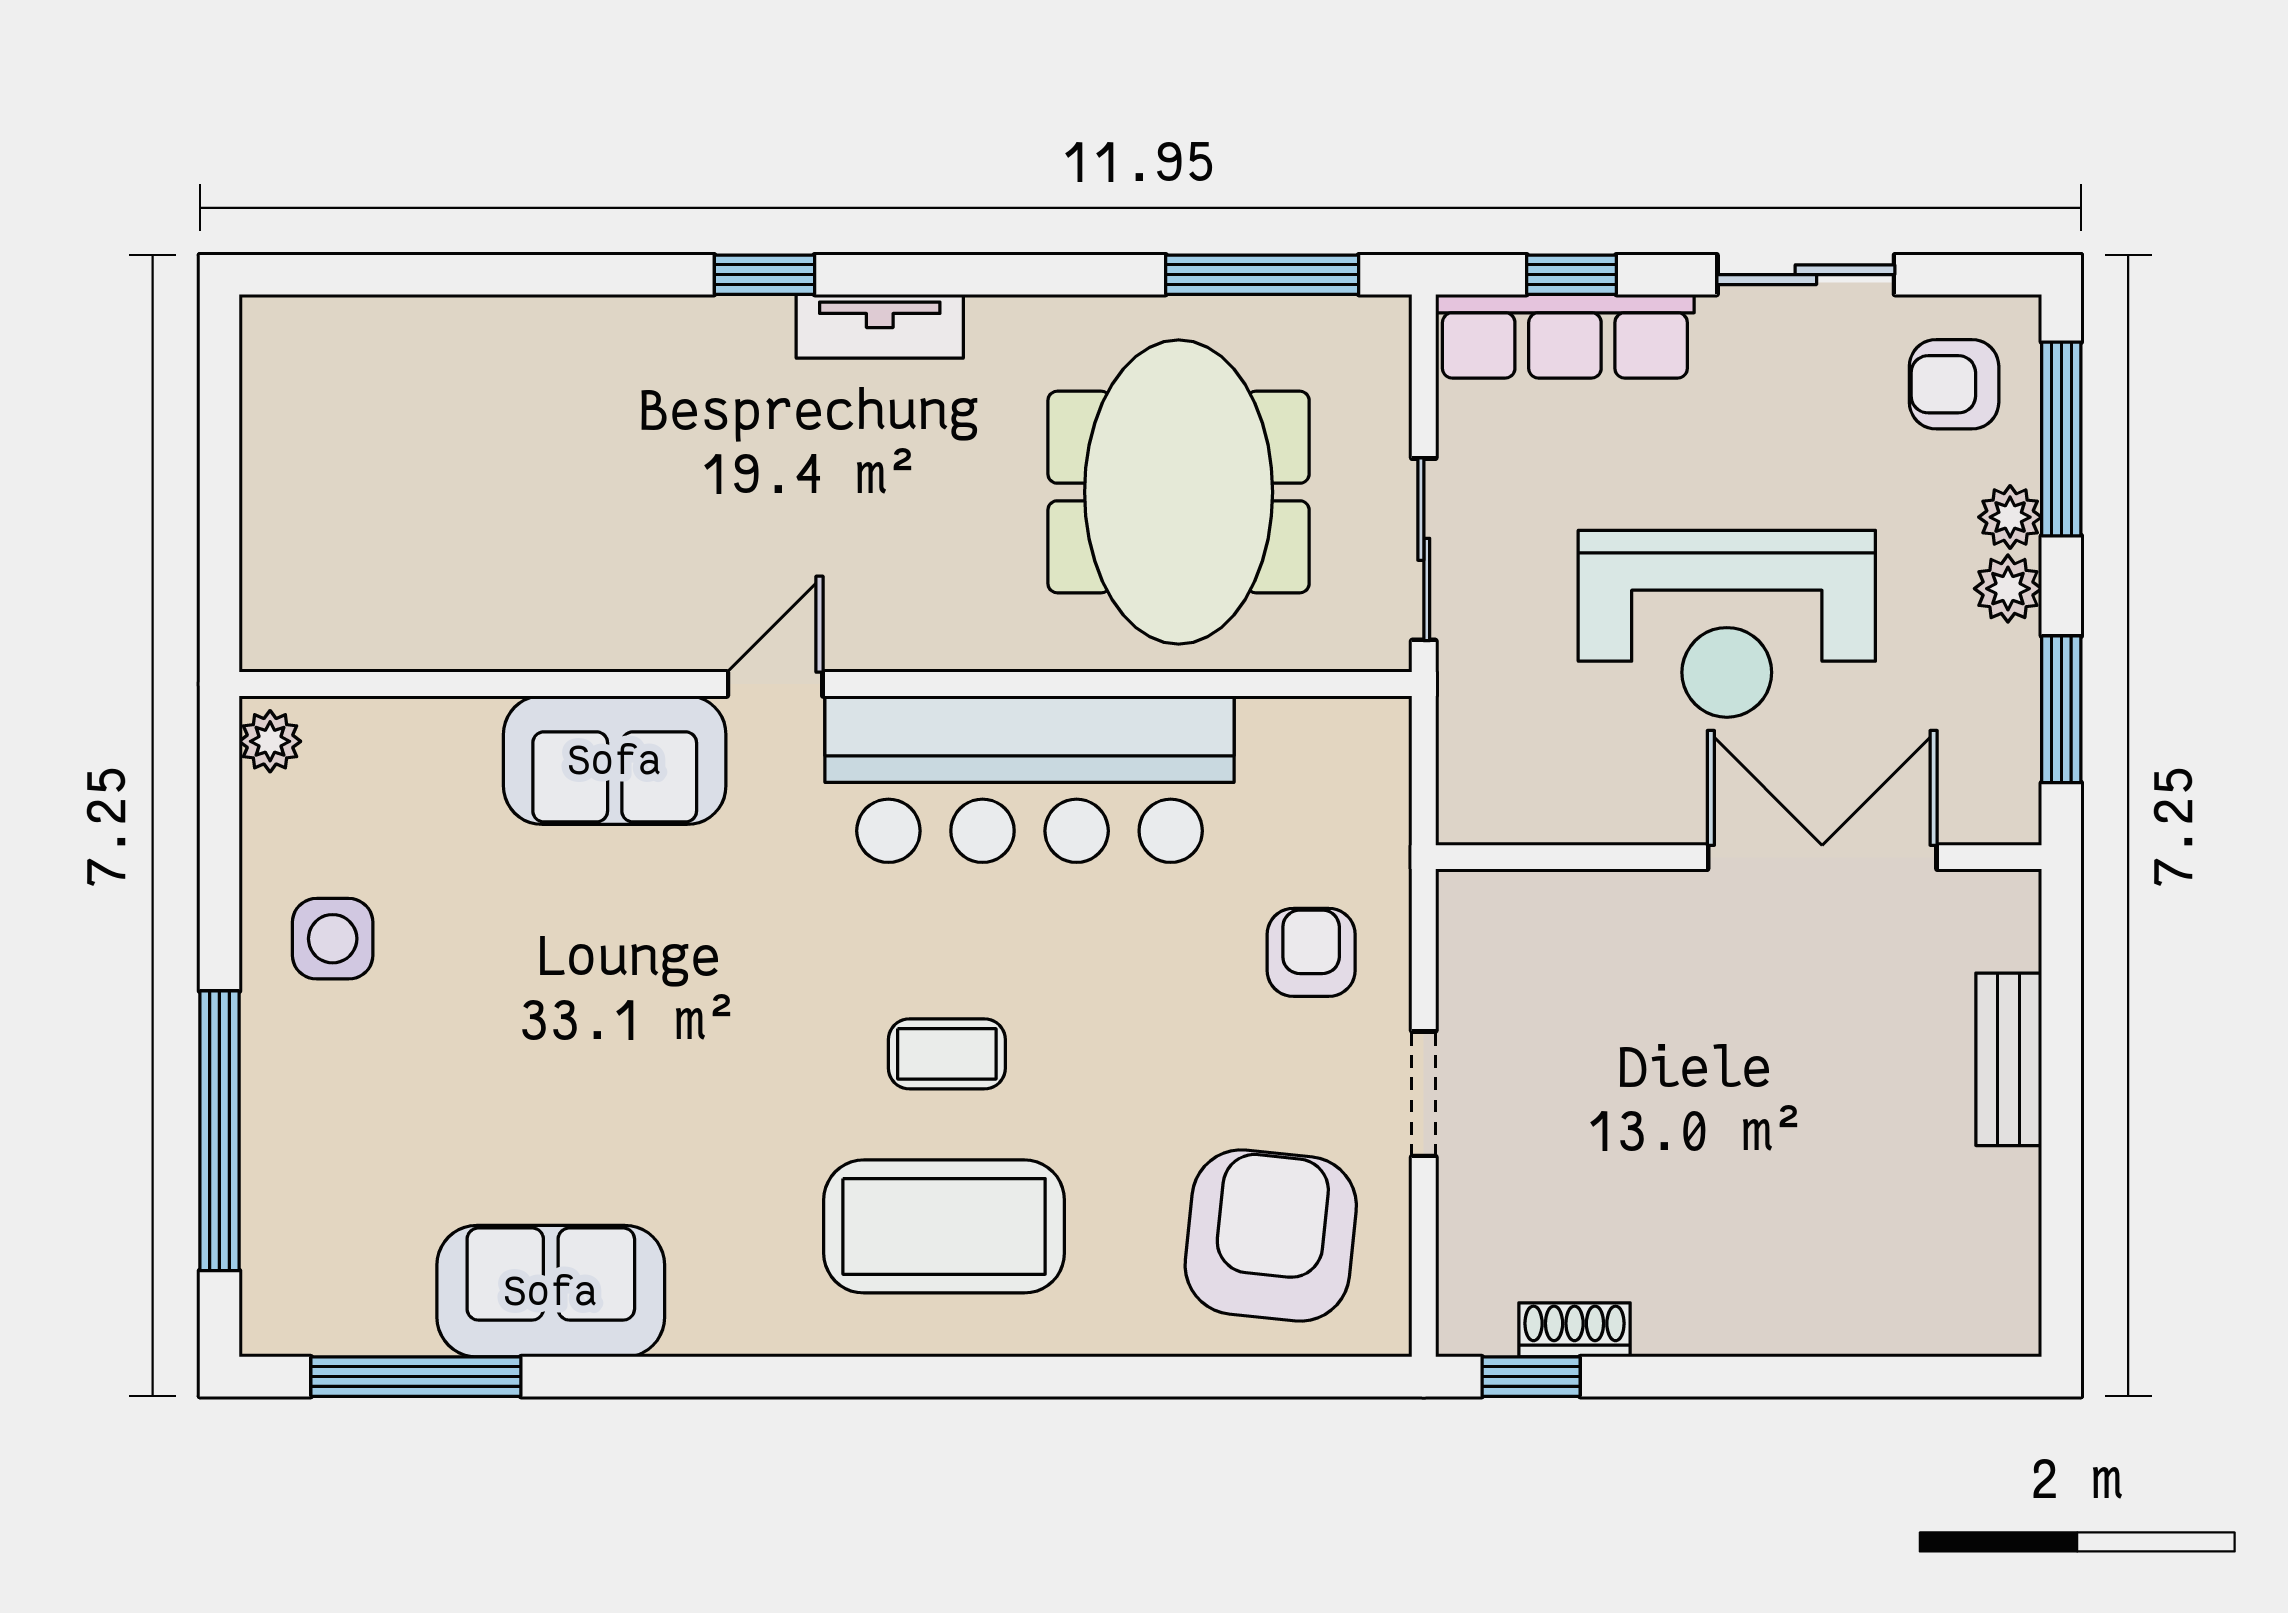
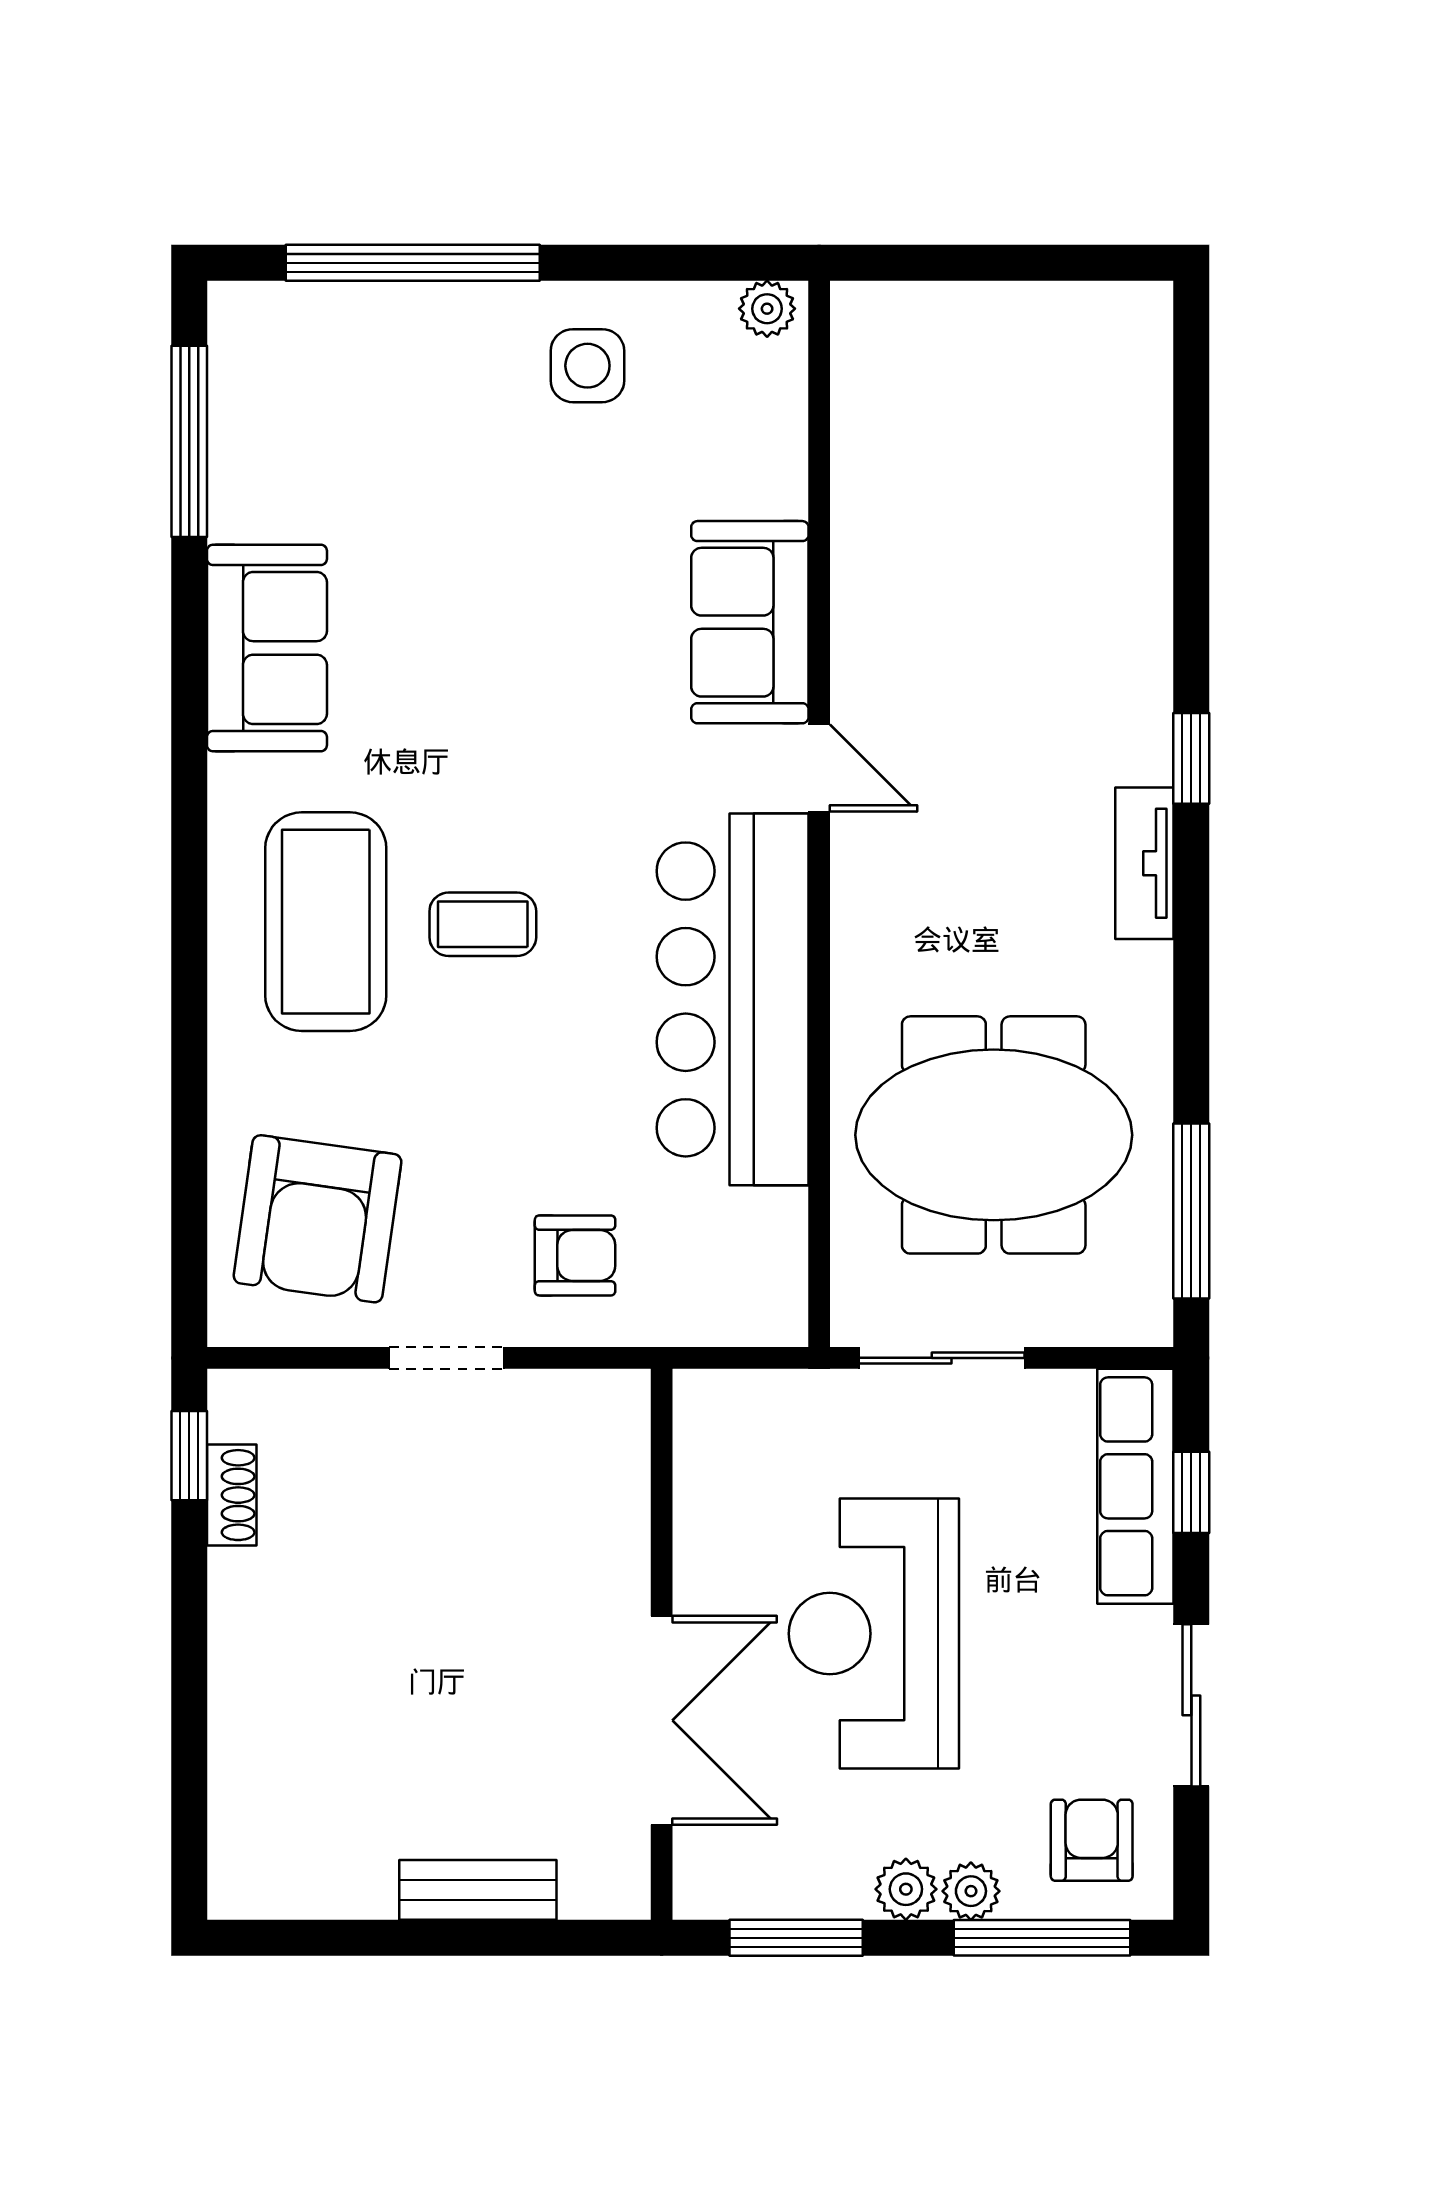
coffee table: (947, 1054) -> (483, 924), turned 90
armchair: (1271, 1236) -> (318, 1219), turned 92
sofa: (551, 1291) -> (267, 648), moved

